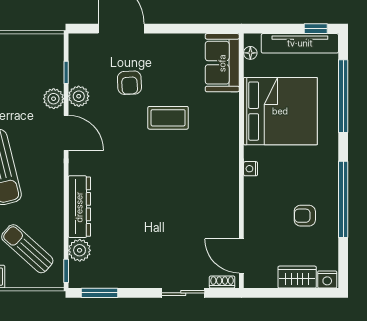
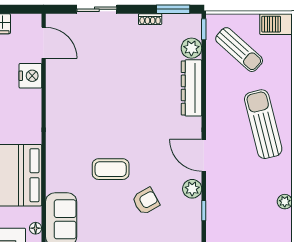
armchair: (129, 83) -> (146, 201), turned 64
plant: (54, 99) -> (215, 187), removed
nightstand: (251, 169) -> (30, 76), moved, width x1.89, depth x1.79
shoe rack: (222, 282) -> (150, 19), moved

